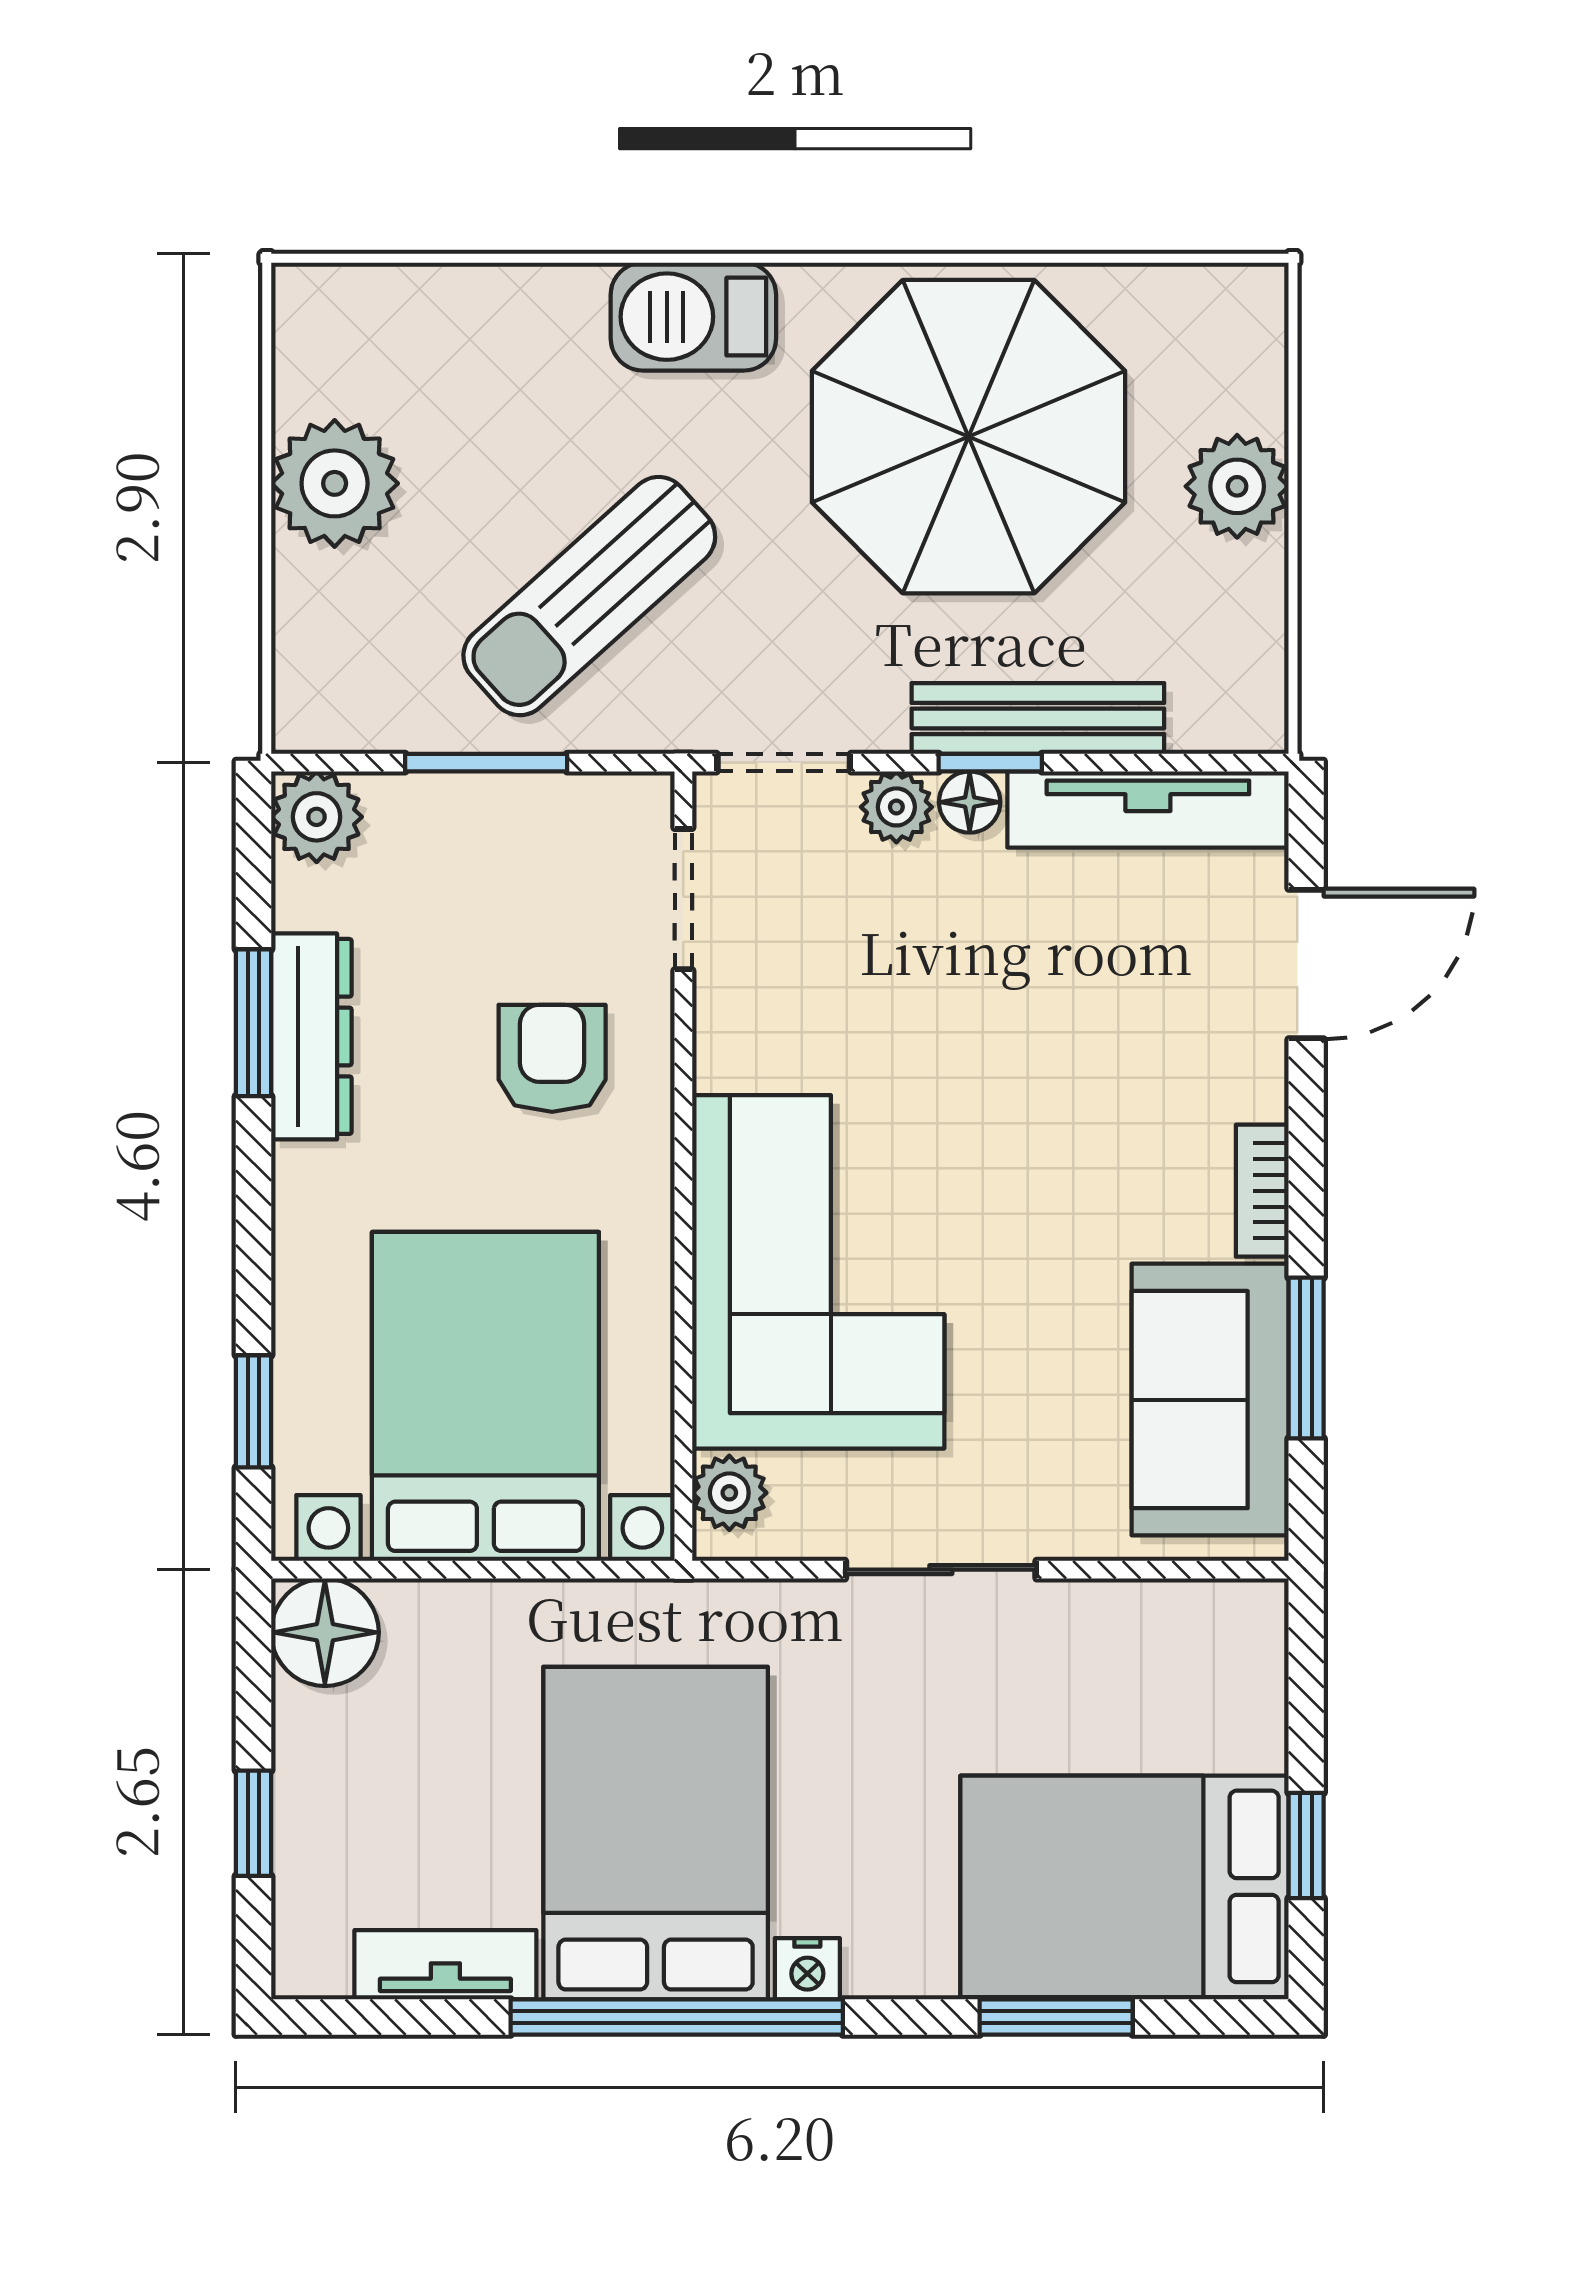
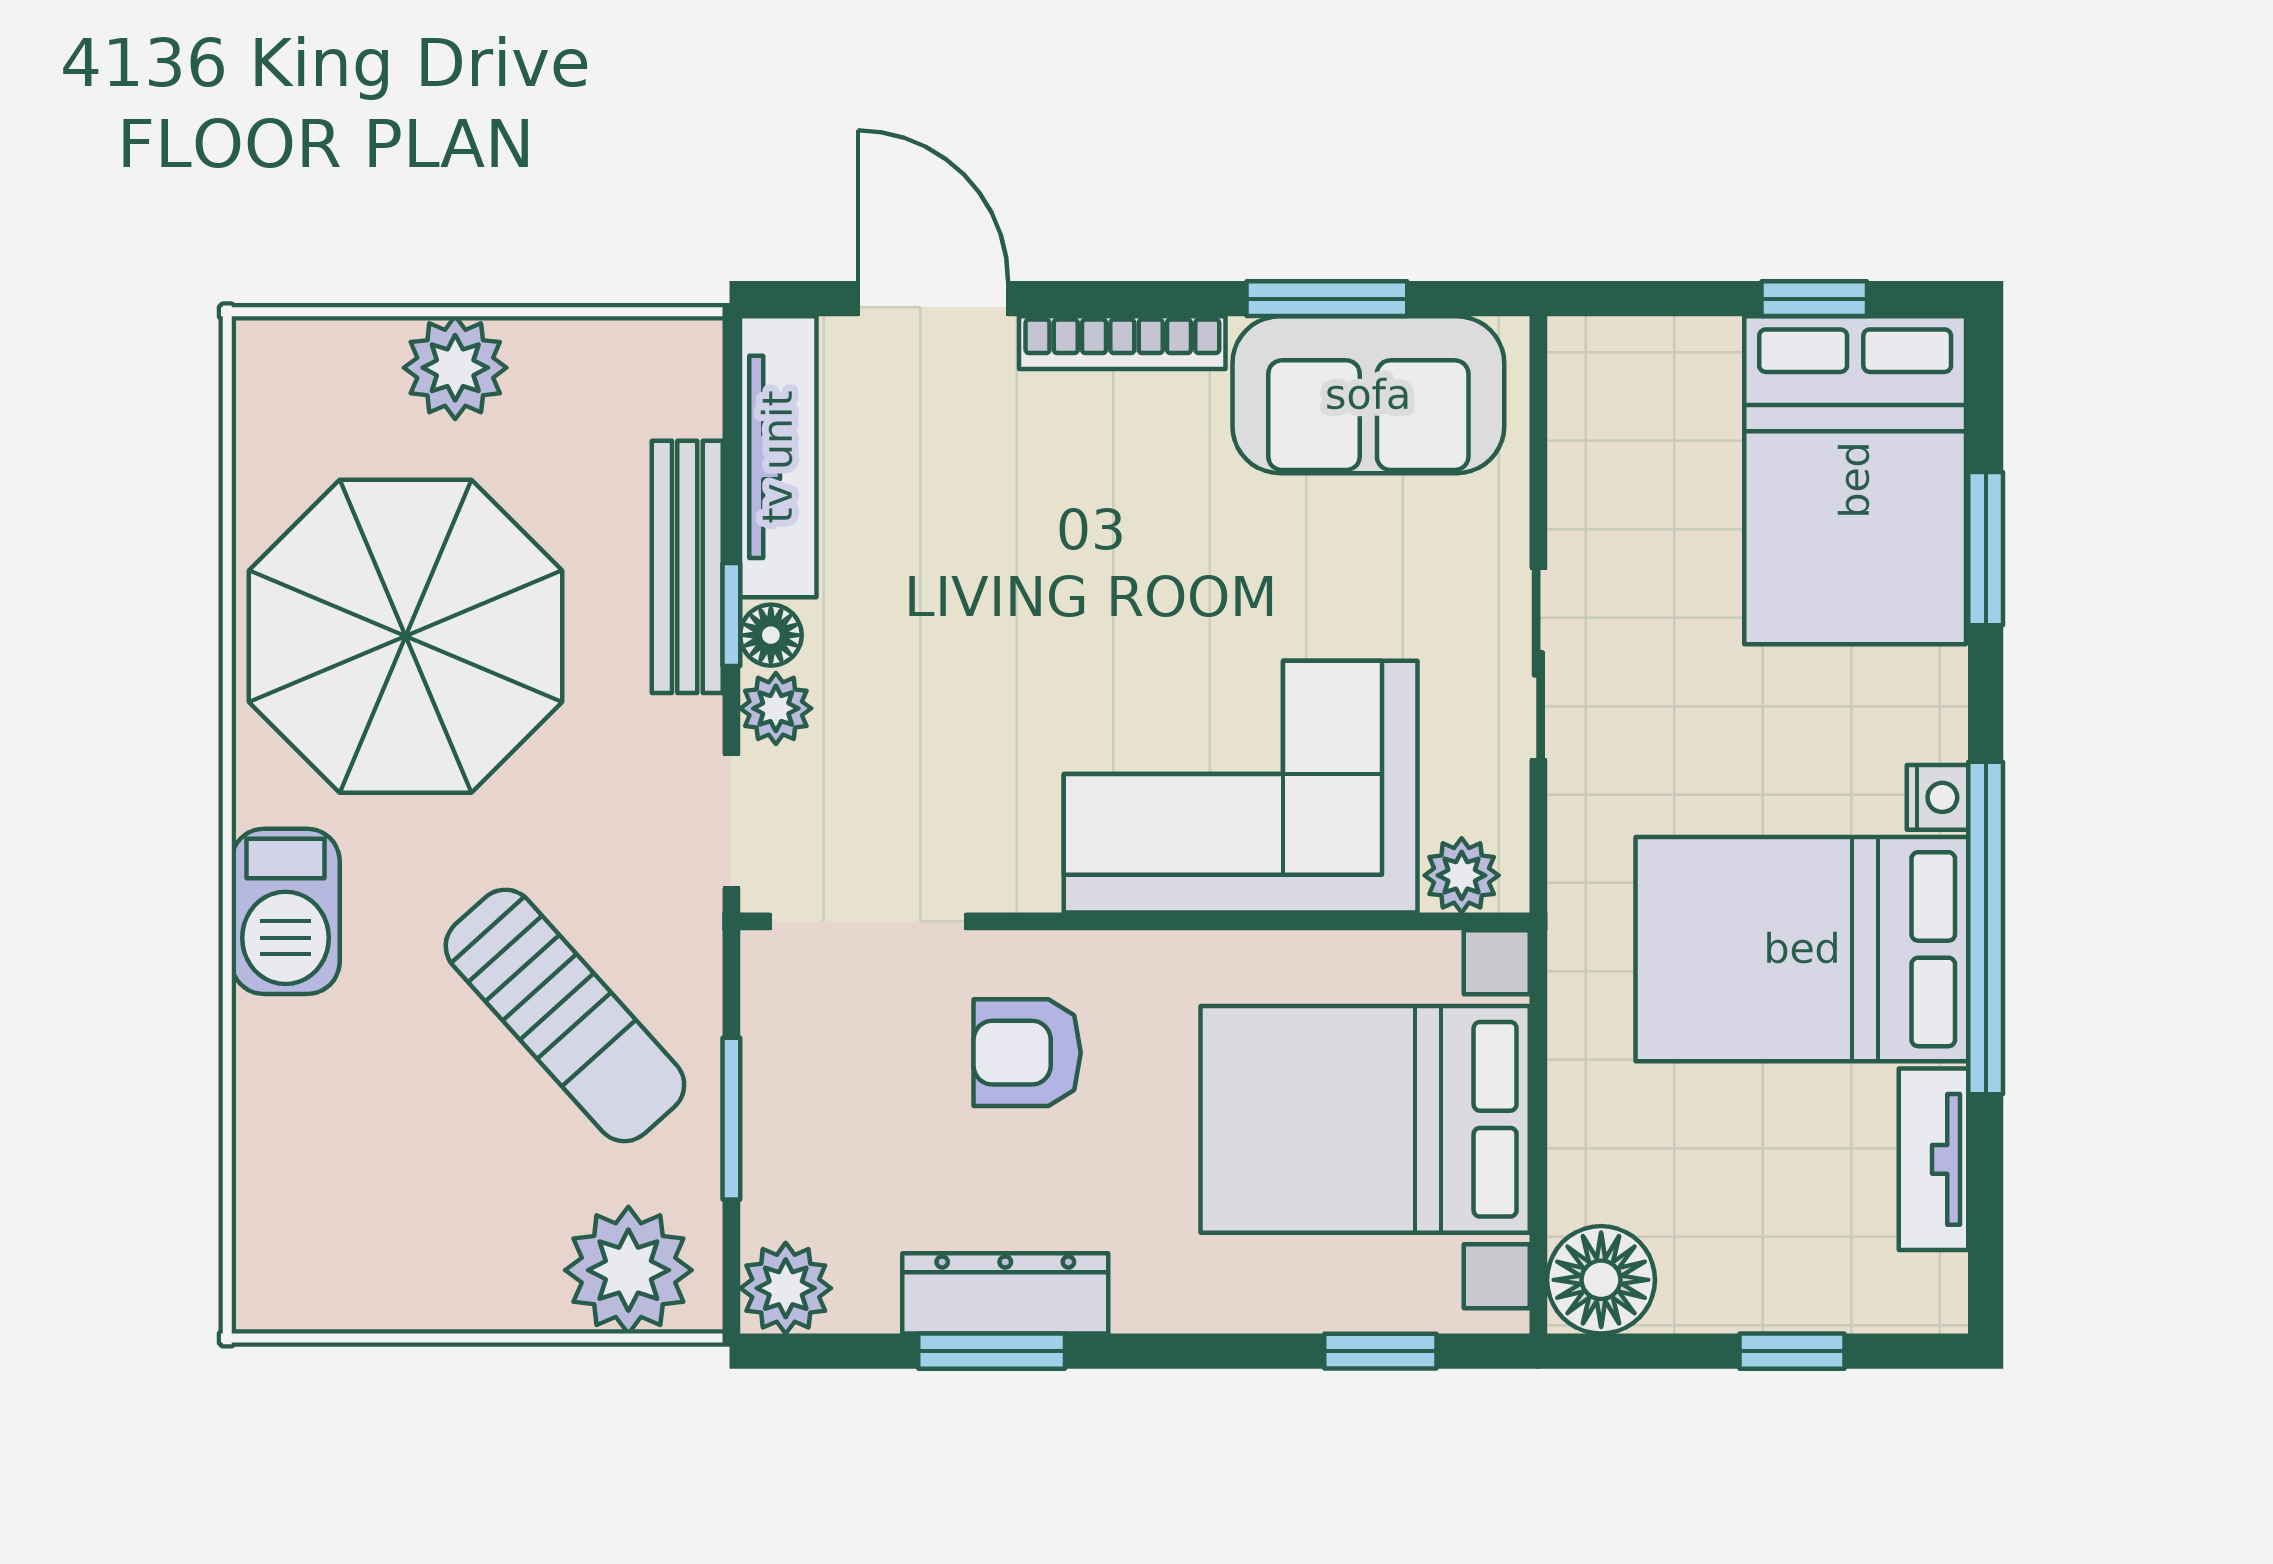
plant: (335, 483) -> (628, 1270), moved
doorway: (683, 899) -> (868, 921), width x1.38
bookcase: (1262, 1191) -> (1122, 343), width x1.56

